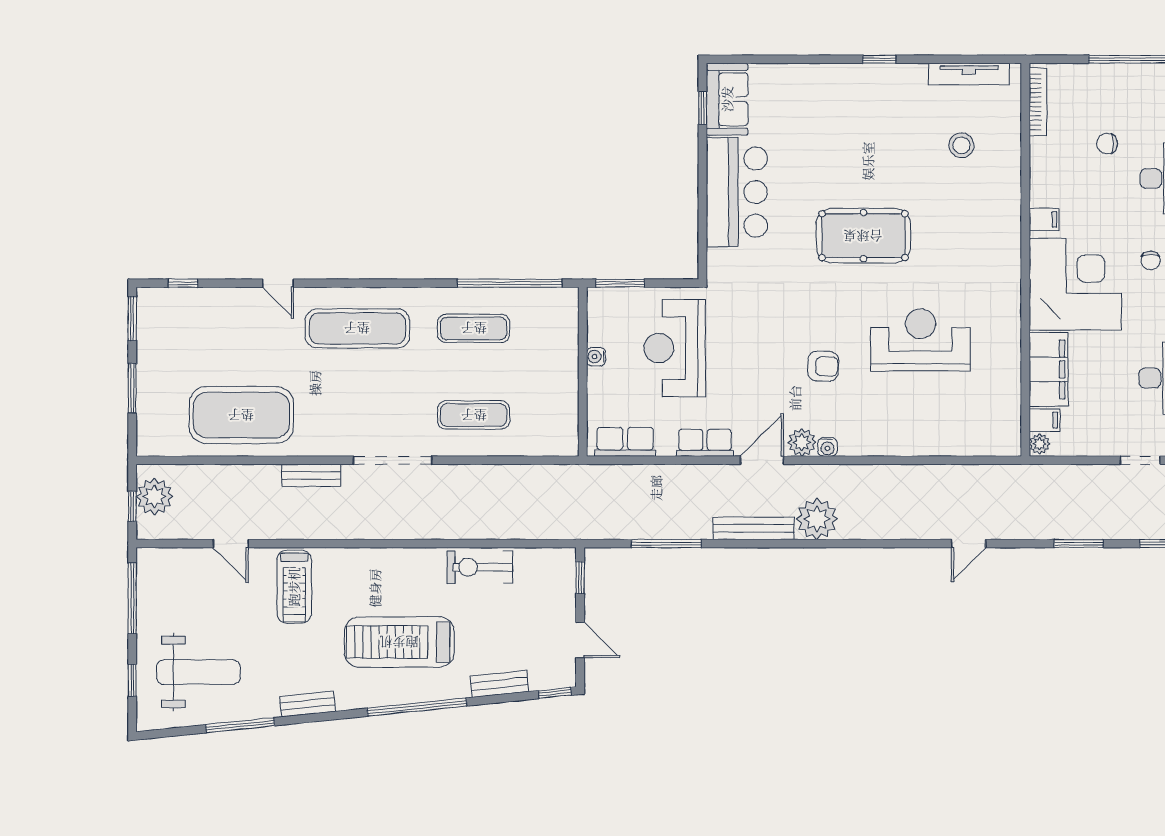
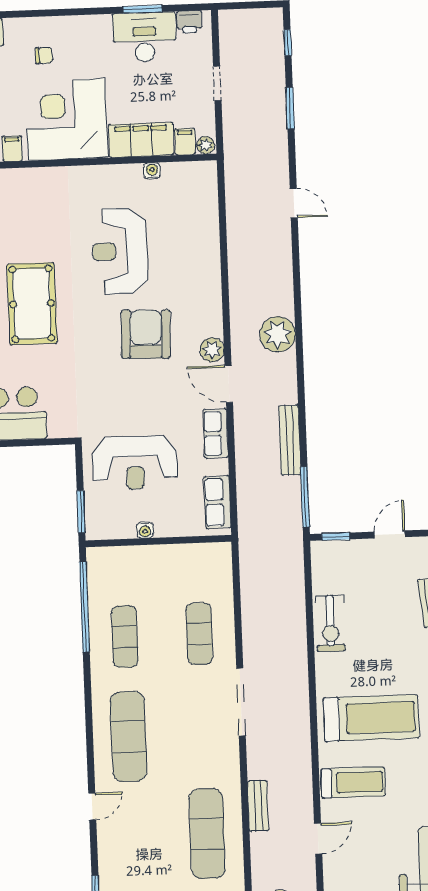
armchair: (823, 366) -> (146, 334), width x1.88, depth x1.88
exercise mat: (241, 415) -> (207, 834), width x0.68
water cooler: (828, 447) -> (152, 171), moved, turned -90
doorway: (1140, 460) -> (217, 83), moved
bench: (311, 475) -> (258, 806), moved
bench: (754, 528) -> (290, 440), moved
window: (666, 544) -> (305, 497), moved
treadmill: (399, 642) -> (371, 718), moved, turned -90

